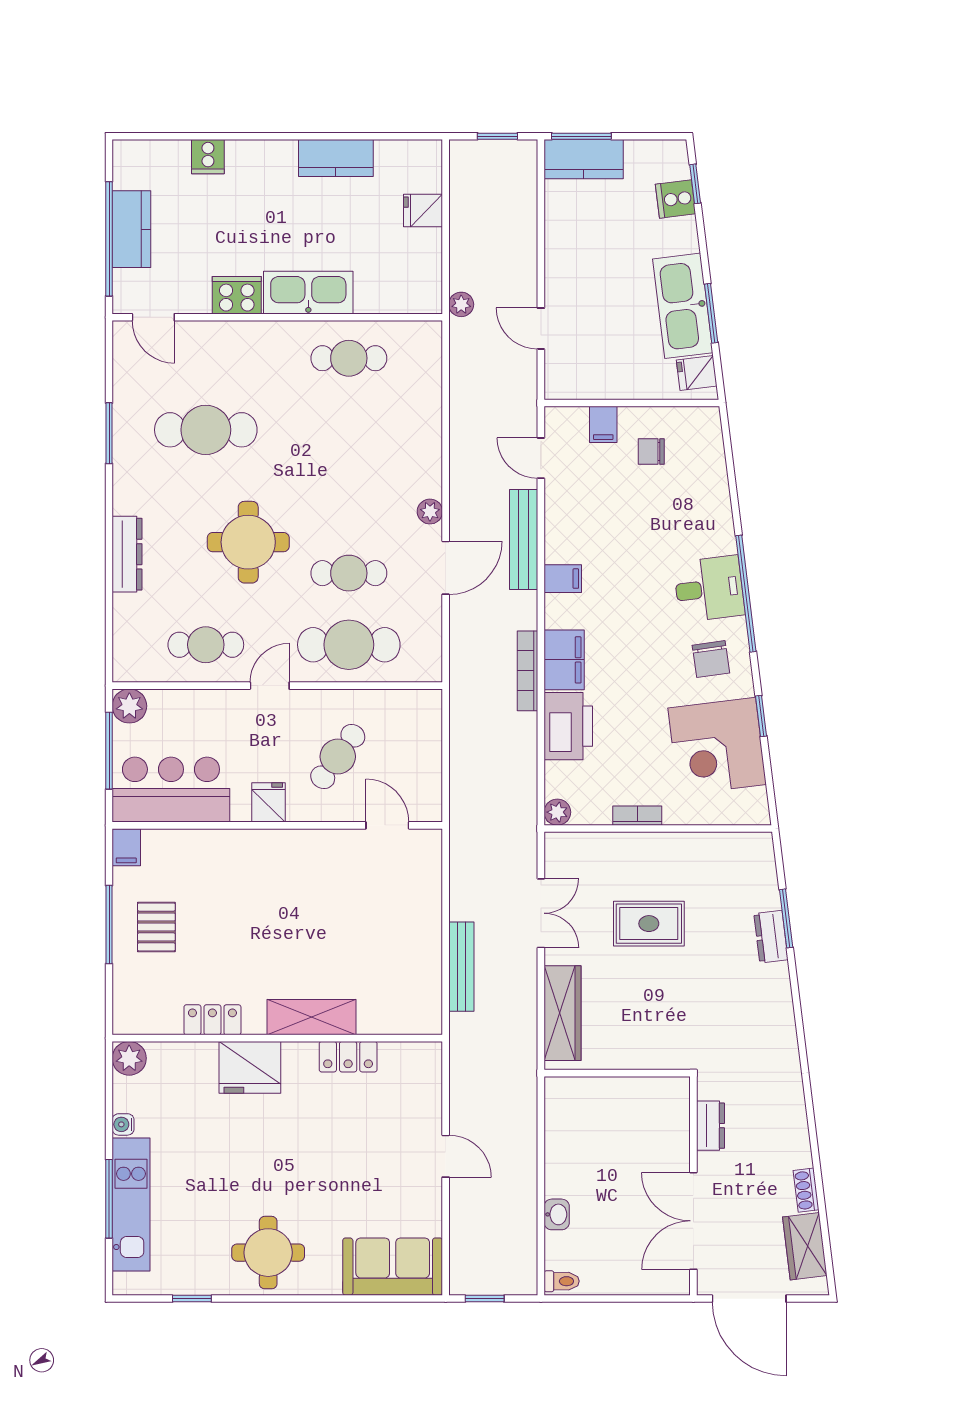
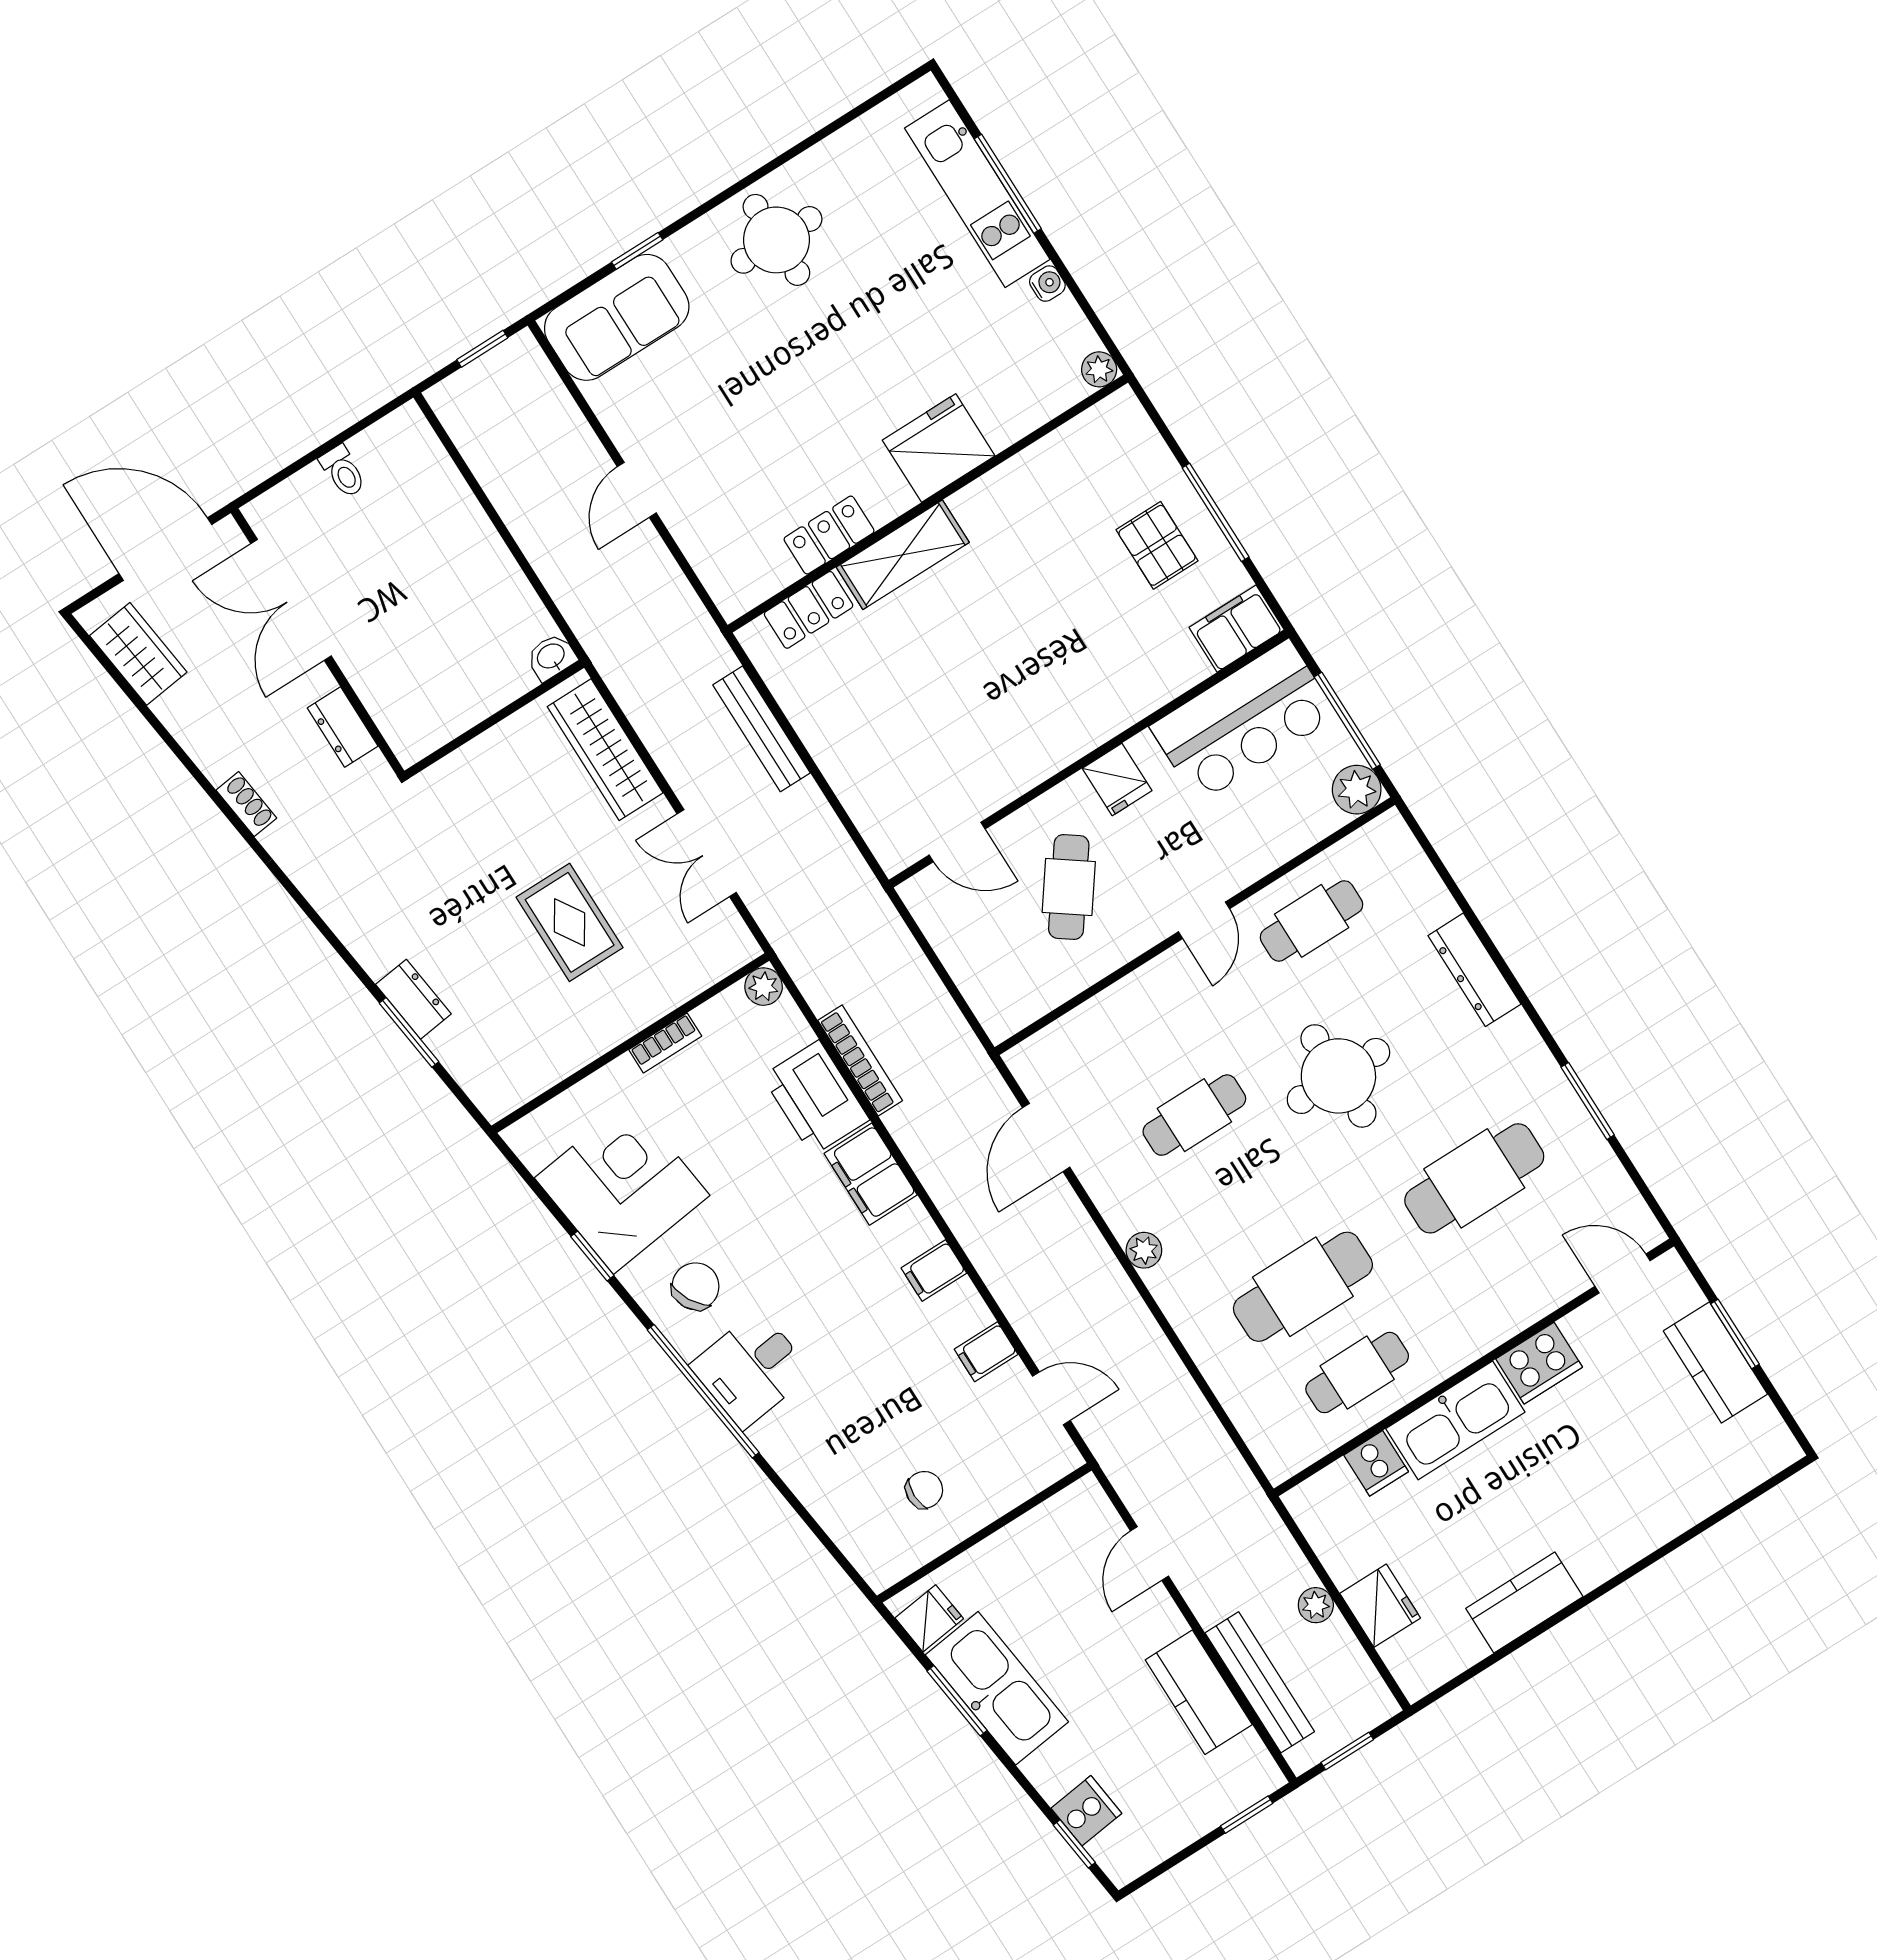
window: (581, 136) -> (1247, 1815), width x0.67
cooker: (208, 157) -> (1376, 1463), moved, turned 180
kitchen counter: (584, 159) -> (1199, 1692), moved, turned -90
fridge: (423, 211) -> (1380, 1606), width x1.38
window: (109, 239) -> (1735, 1334), width x0.47
plant: (461, 304) -> (1316, 1605), moved
door: (541, 329) -> (1149, 1554), swing flipped
filing cabinet: (603, 424) -> (986, 1352), moved, turned -90
bench: (524, 540) -> (1260, 1682), moved
door: (446, 568) -> (1046, 1137), moved
cafe table: (349, 645) -> (1303, 1287), moved
chair: (711, 659) -> (696, 1286), turned 69
bookcase: (528, 671) -> (860, 1060), moved
filing cabinet: (126, 847) -> (1237, 629), width x2.00
rug: (649, 924) -> (570, 922), turned 90
locker: (212, 1020) -> (809, 610), moved
plant: (129, 1058) -> (1099, 369), width x0.73, depth x0.73
door: (446, 1156) -> (637, 490), hinge flipped
shoe rack: (806, 1190) -> (246, 804), moved
washbasin: (557, 1214) -> (551, 657), moved, turned 90
double door: (693, 1221) -> (291, 600), swing flipped
toilet: (562, 1281) -> (343, 471), moved, turned -90
window: (192, 1299) -> (637, 251), moved

